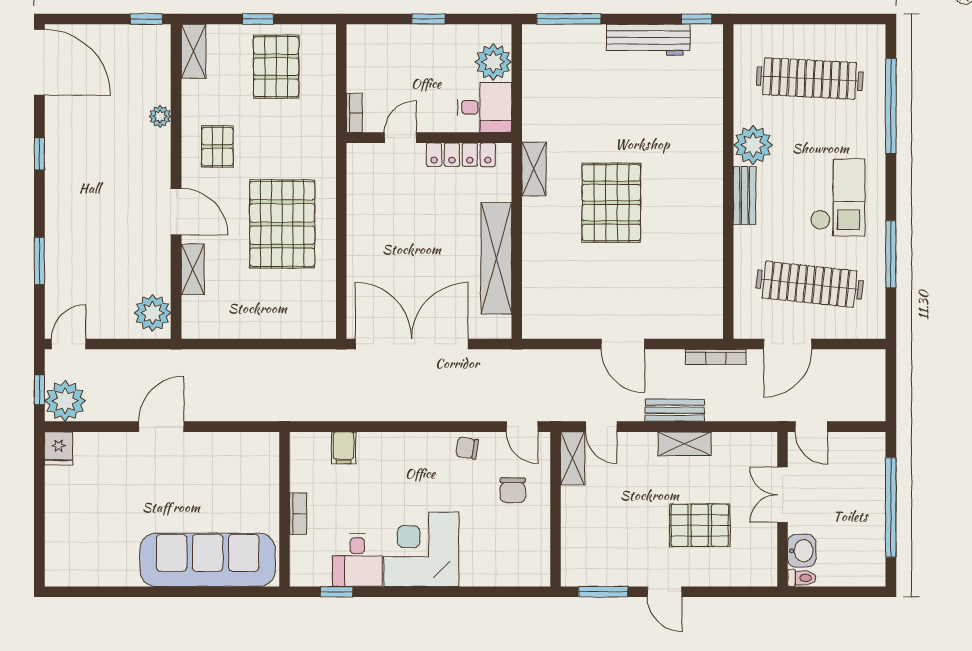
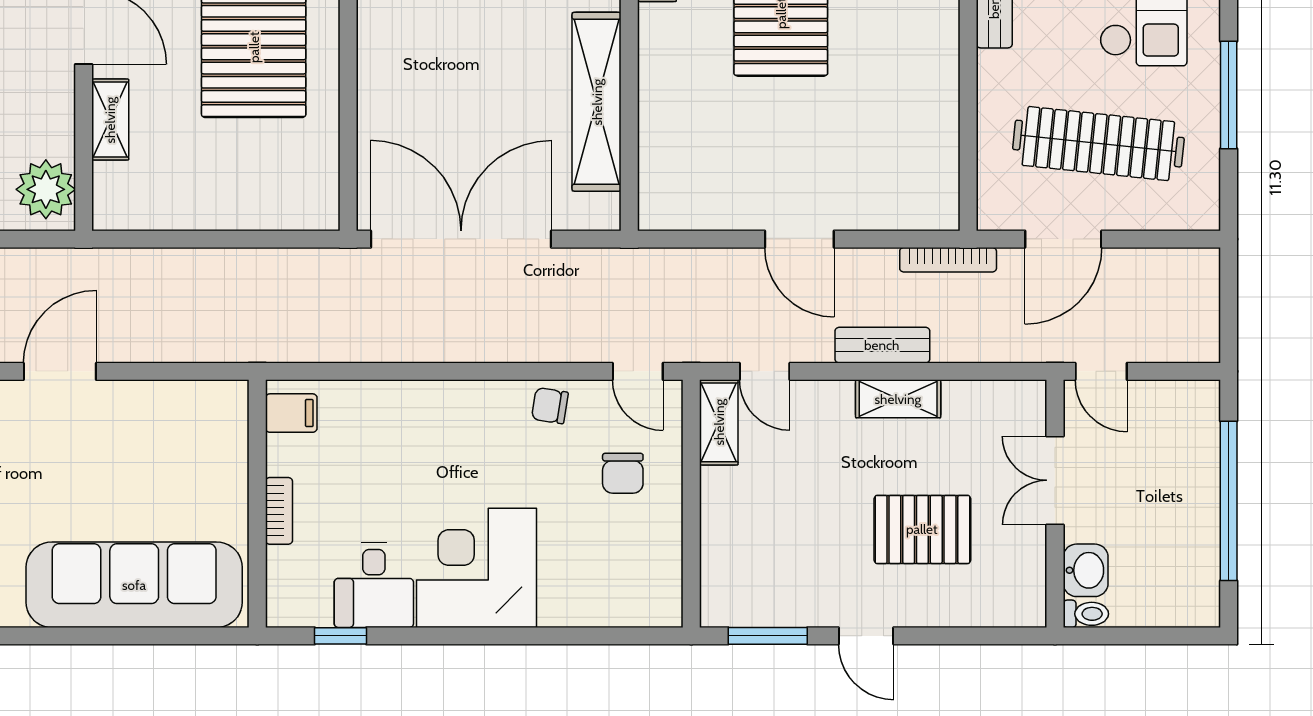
filing cabinet: (344, 448) -> (291, 413), moved, turned -90

